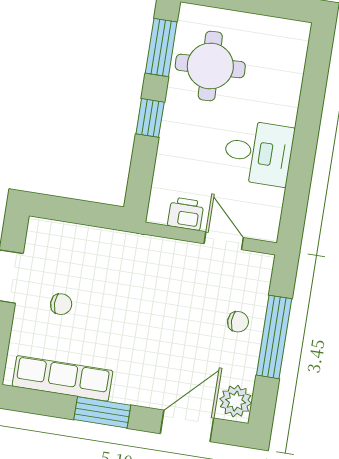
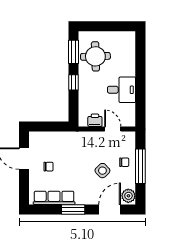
side table: (185, 333) -> (102, 171), added

